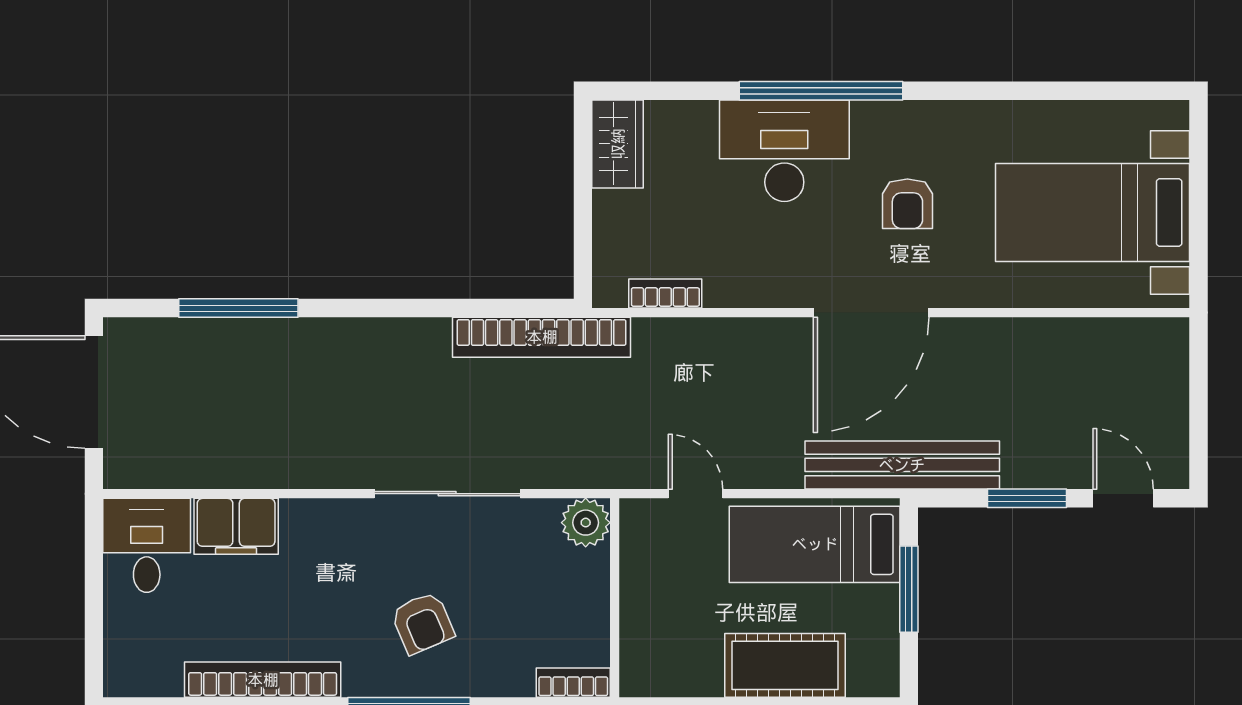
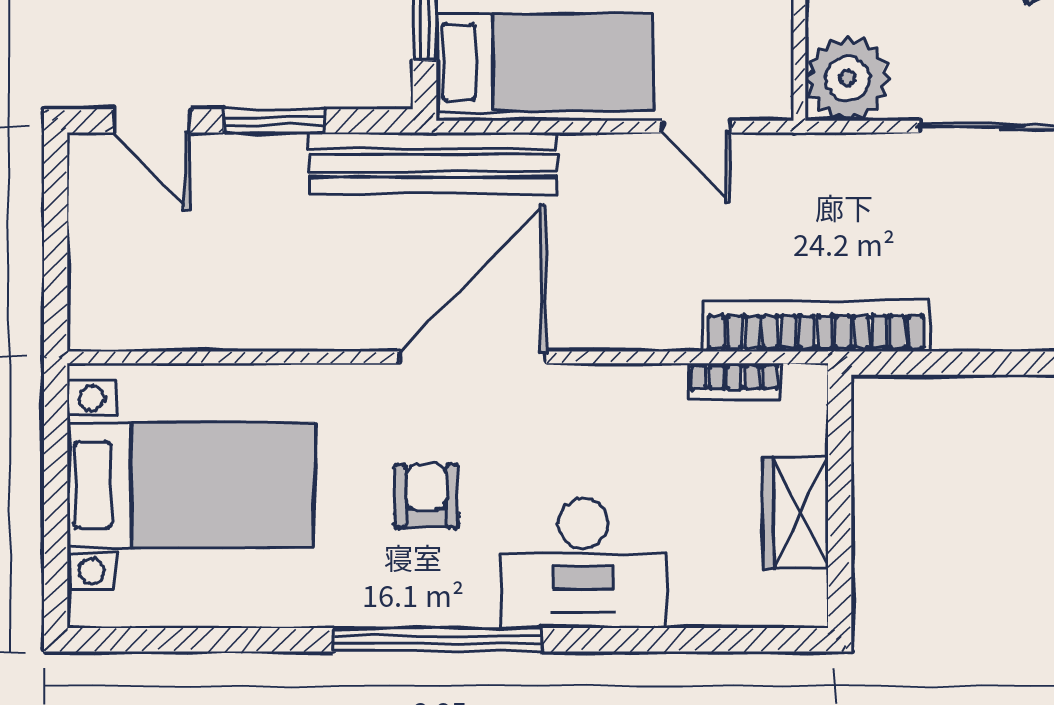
window: (821, 91) -> (437, 640), moved
wardrobe: (618, 144) -> (795, 513), moved
bookcase: (542, 337) -> (816, 326), moved
plant: (586, 523) -> (847, 79), width x1.36, depth x1.36

